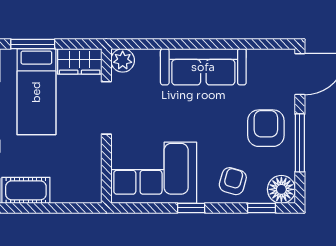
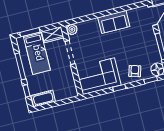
sofa: (203, 67) -> (114, 22), width x0.73
armchair: (266, 128) -> (144, 44), removed

